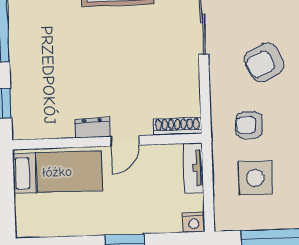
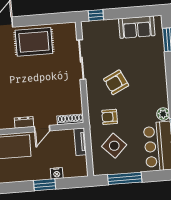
side table: (255, 178) -> (114, 146), turned 45
nightstand: (194, 222) -> (57, 173), moved

